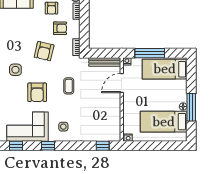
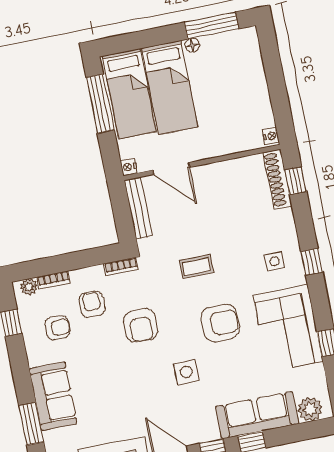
armchair: (44, 51) -> (141, 325), turned 77
window: (150, 53) -> (100, 104), moved
window: (191, 107) -> (211, 26), moved
bed: (164, 122) -> (170, 88), moved
shoe rack: (105, 137) -> (278, 179), added
window: (48, 146) -> (312, 262), moved

